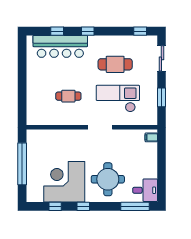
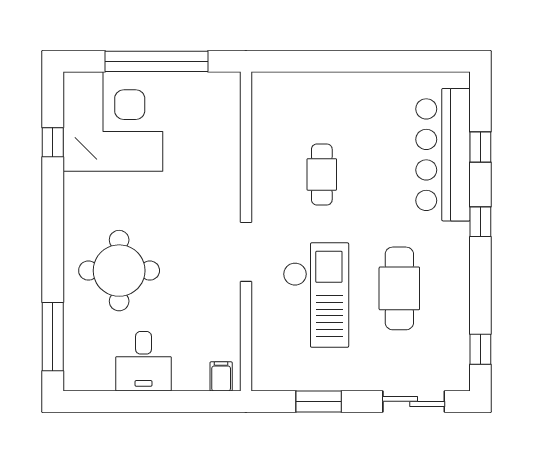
corner desk: (64, 182) -> (113, 122), moved
desk: (145, 190) -> (143, 361), moved
window: (83, 206) -> (53, 211), removed

